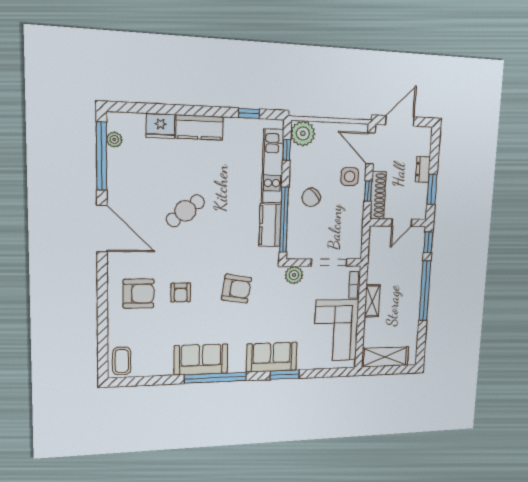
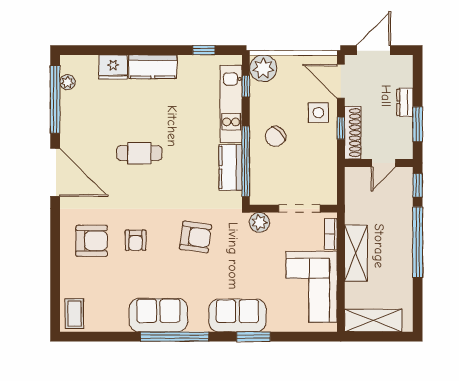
cafe table: (185, 211) -> (139, 153), turned 38
shelving: (372, 301) -> (356, 253), width x1.50, depth x1.33

